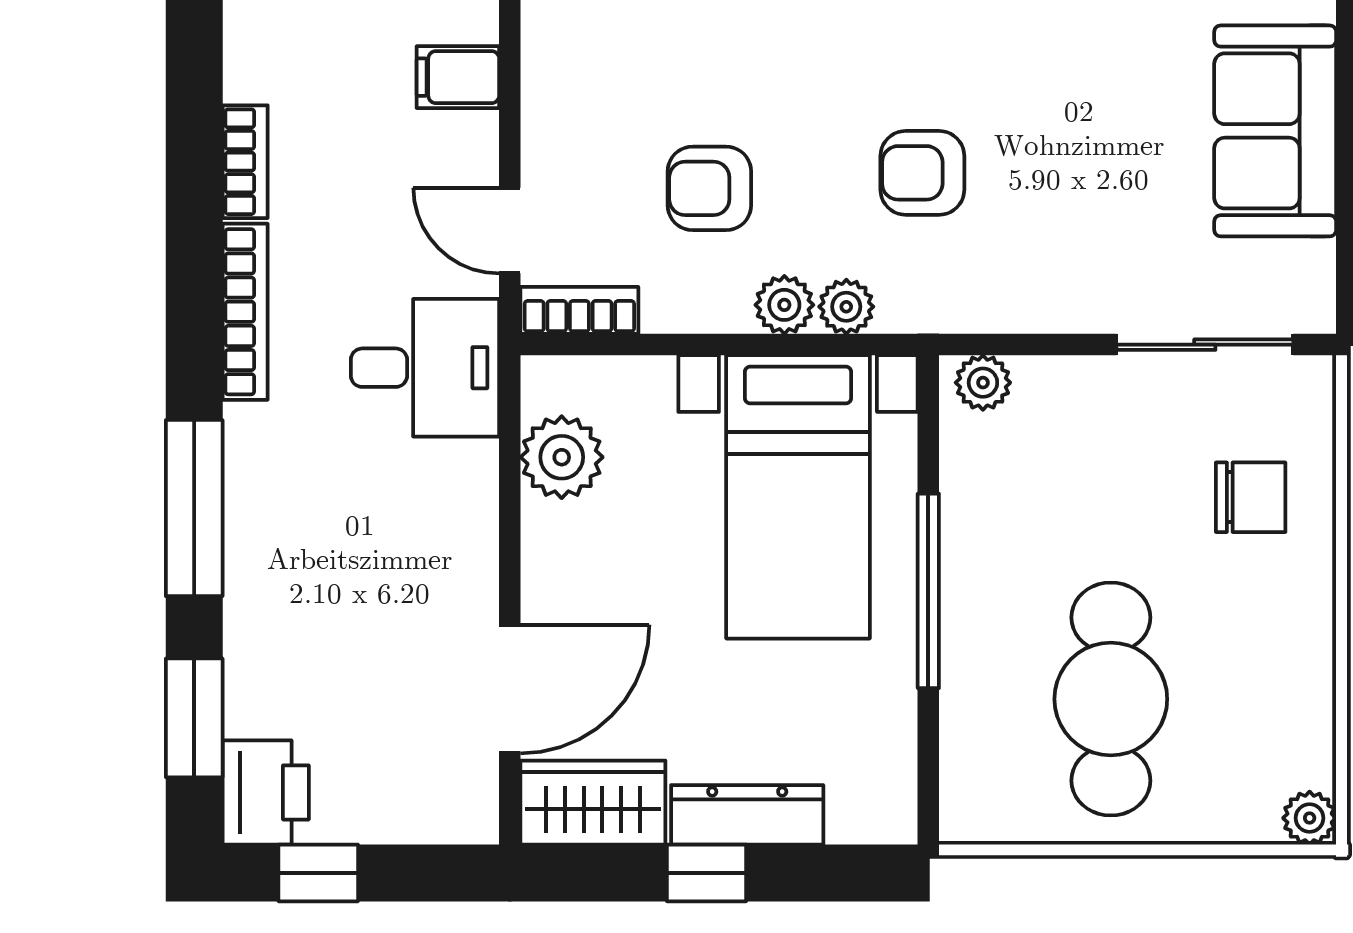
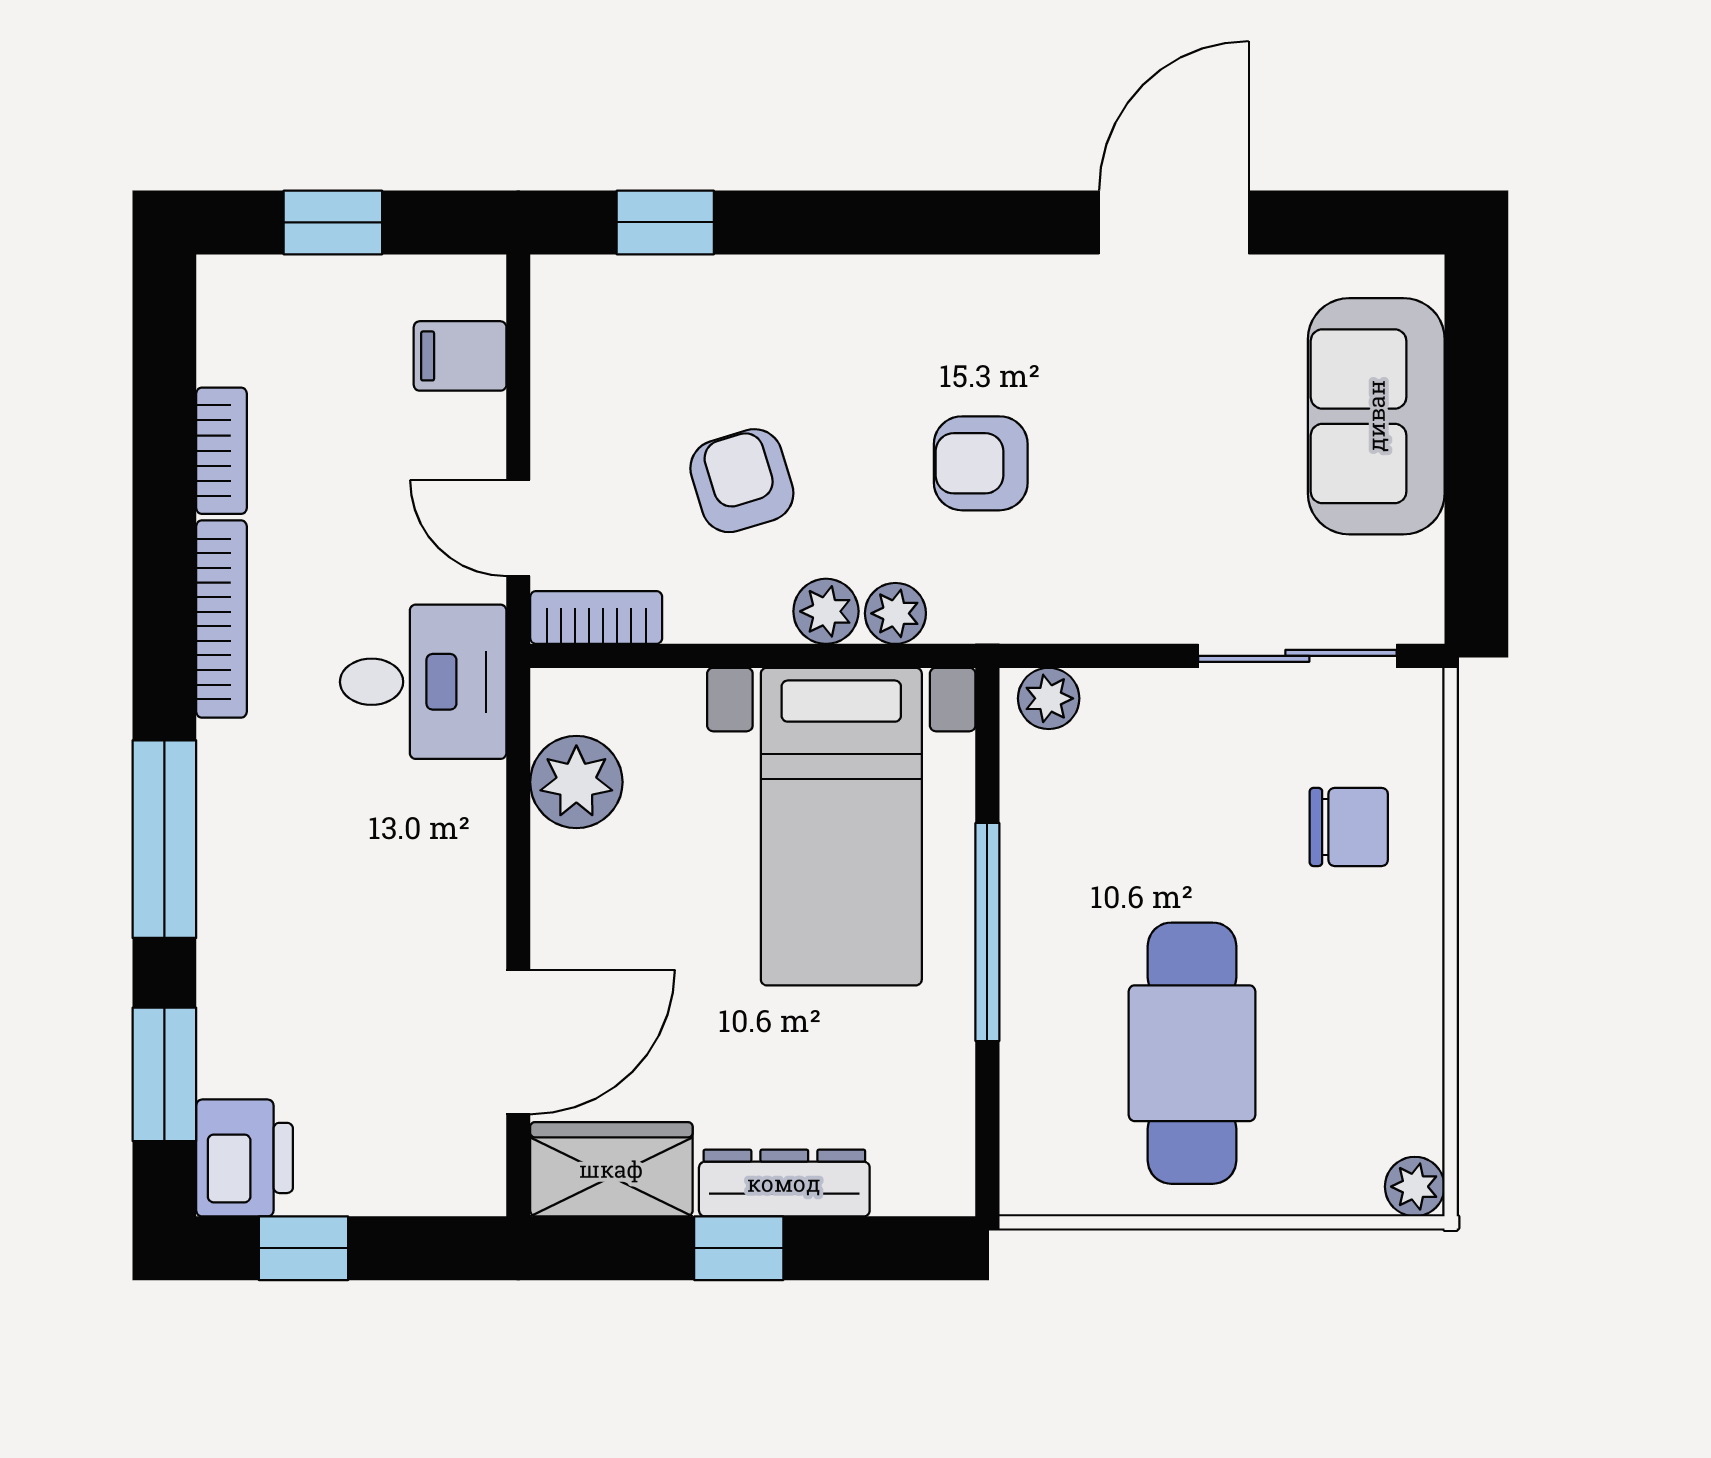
armchair: (709, 188) -> (742, 481), turned 73

